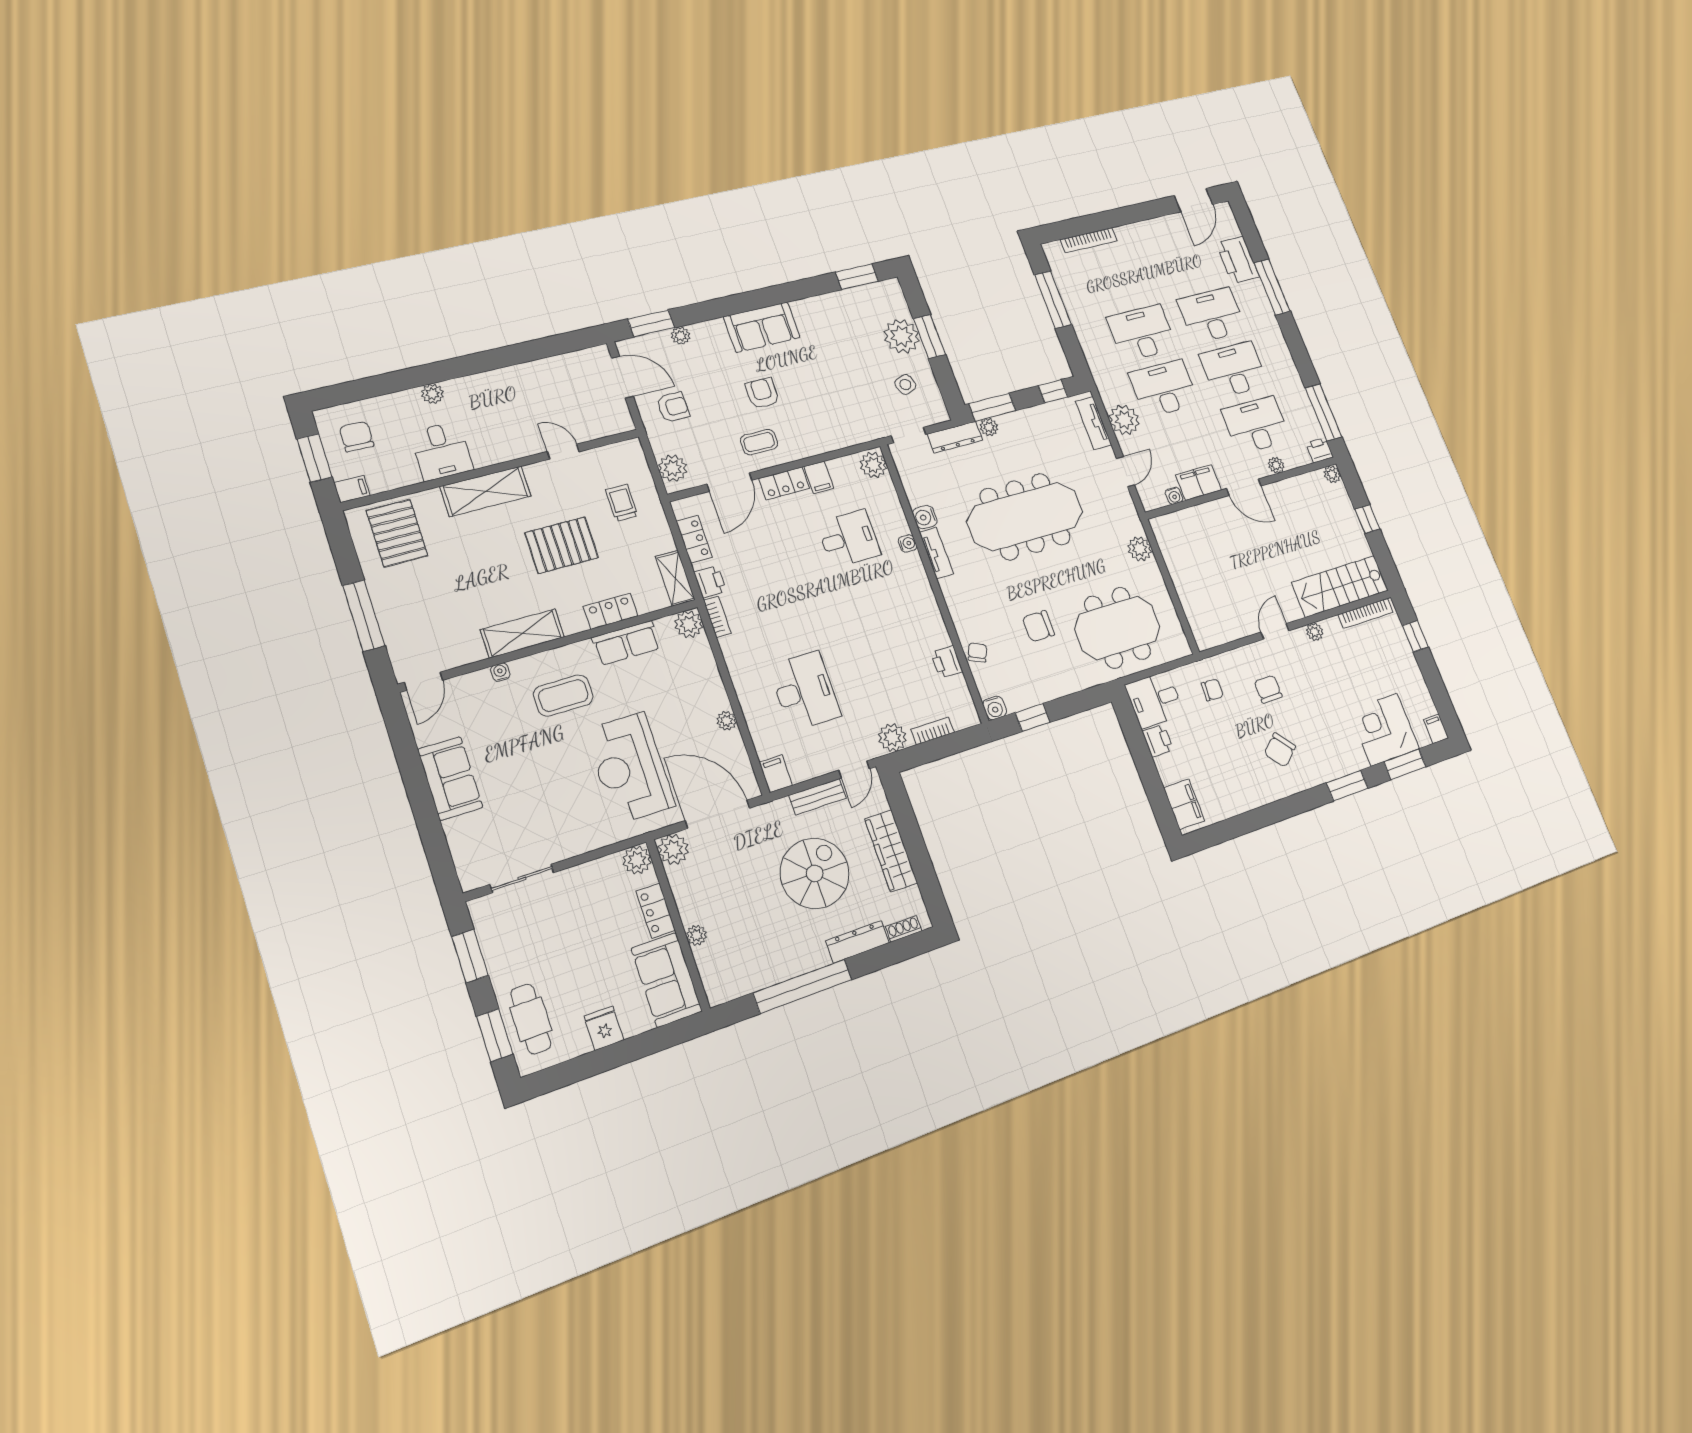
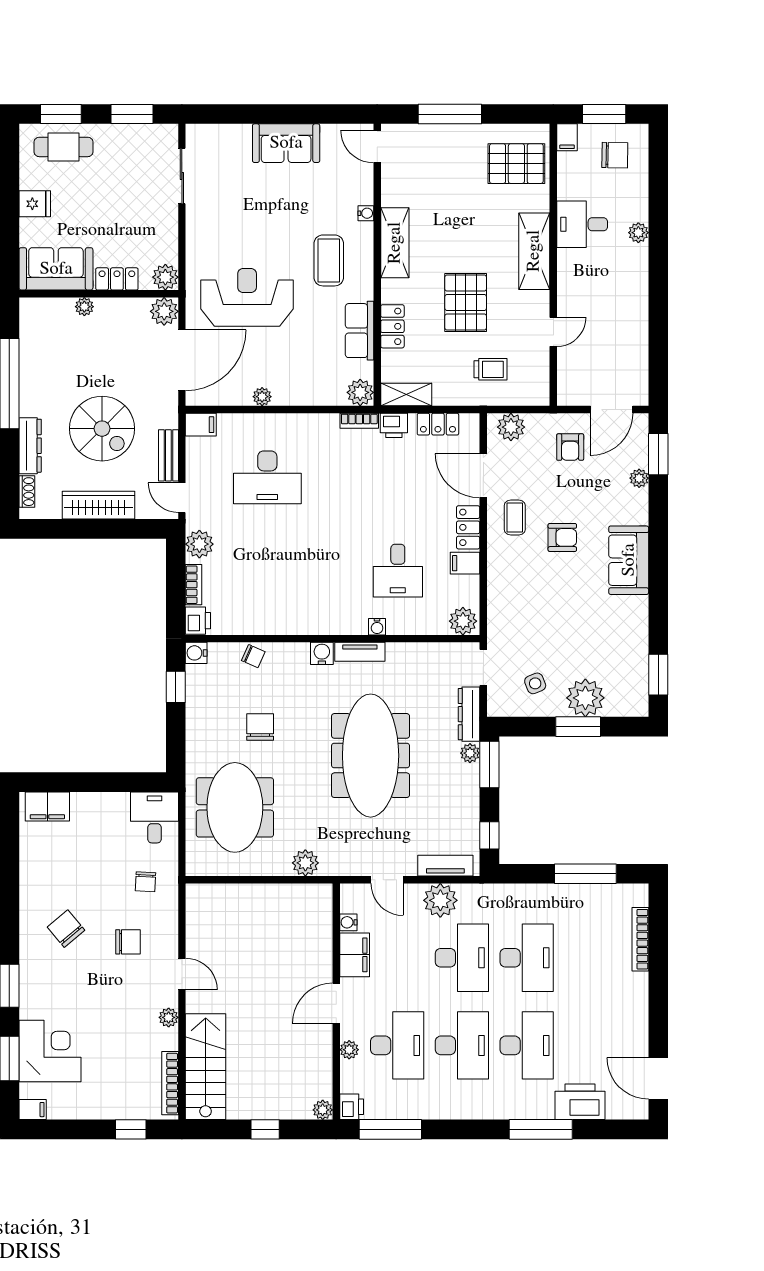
water cooler: (925, 517) -> (322, 653), moved
printer: (947, 662) -> (198, 621), moved, turned 90
printer: (1158, 741) -> (115, 804), removed

